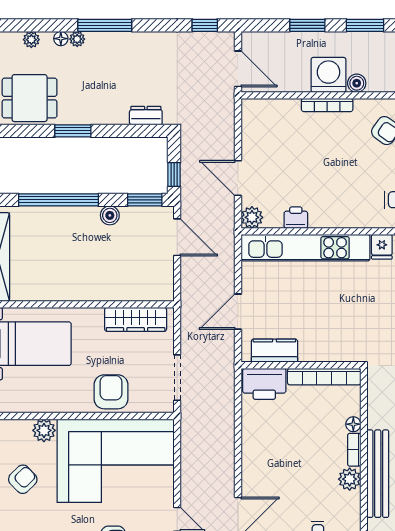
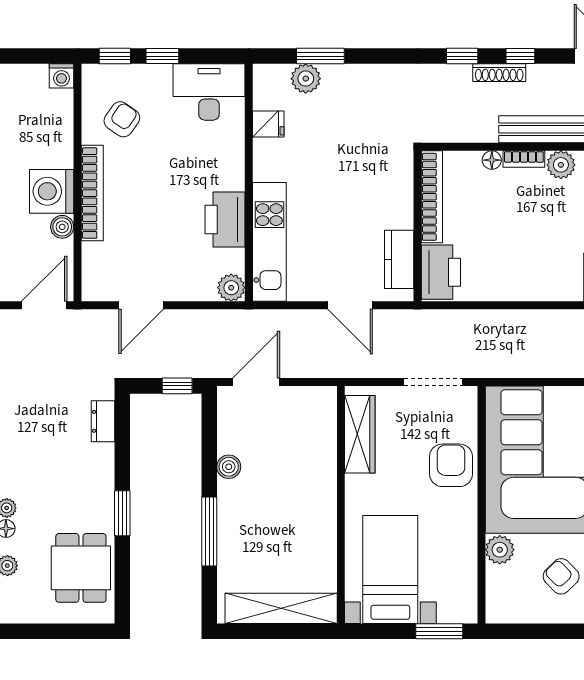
boiler: (357, 83) -> (62, 227), moved
bookcase: (327, 105) -> (92, 193), width x1.48, depth x1.31
door: (238, 178) -> (141, 305), moved
window: (58, 200) -> (209, 531), width x0.68
window: (145, 200) -> (209, 423), removed
printer: (296, 218) -> (225, 220), width x1.87, depth x1.48
kitchen unit: (305, 248) -> (269, 242), width x0.73
armchair: (111, 392) -> (451, 465), turned 90

